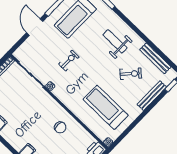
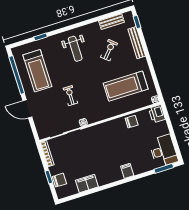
weight bench: (115, 41) -> (75, 49), turned -90
bench: (155, 58) -> (112, 22), width x0.73
chair: (60, 127) -> (132, 122), moved

